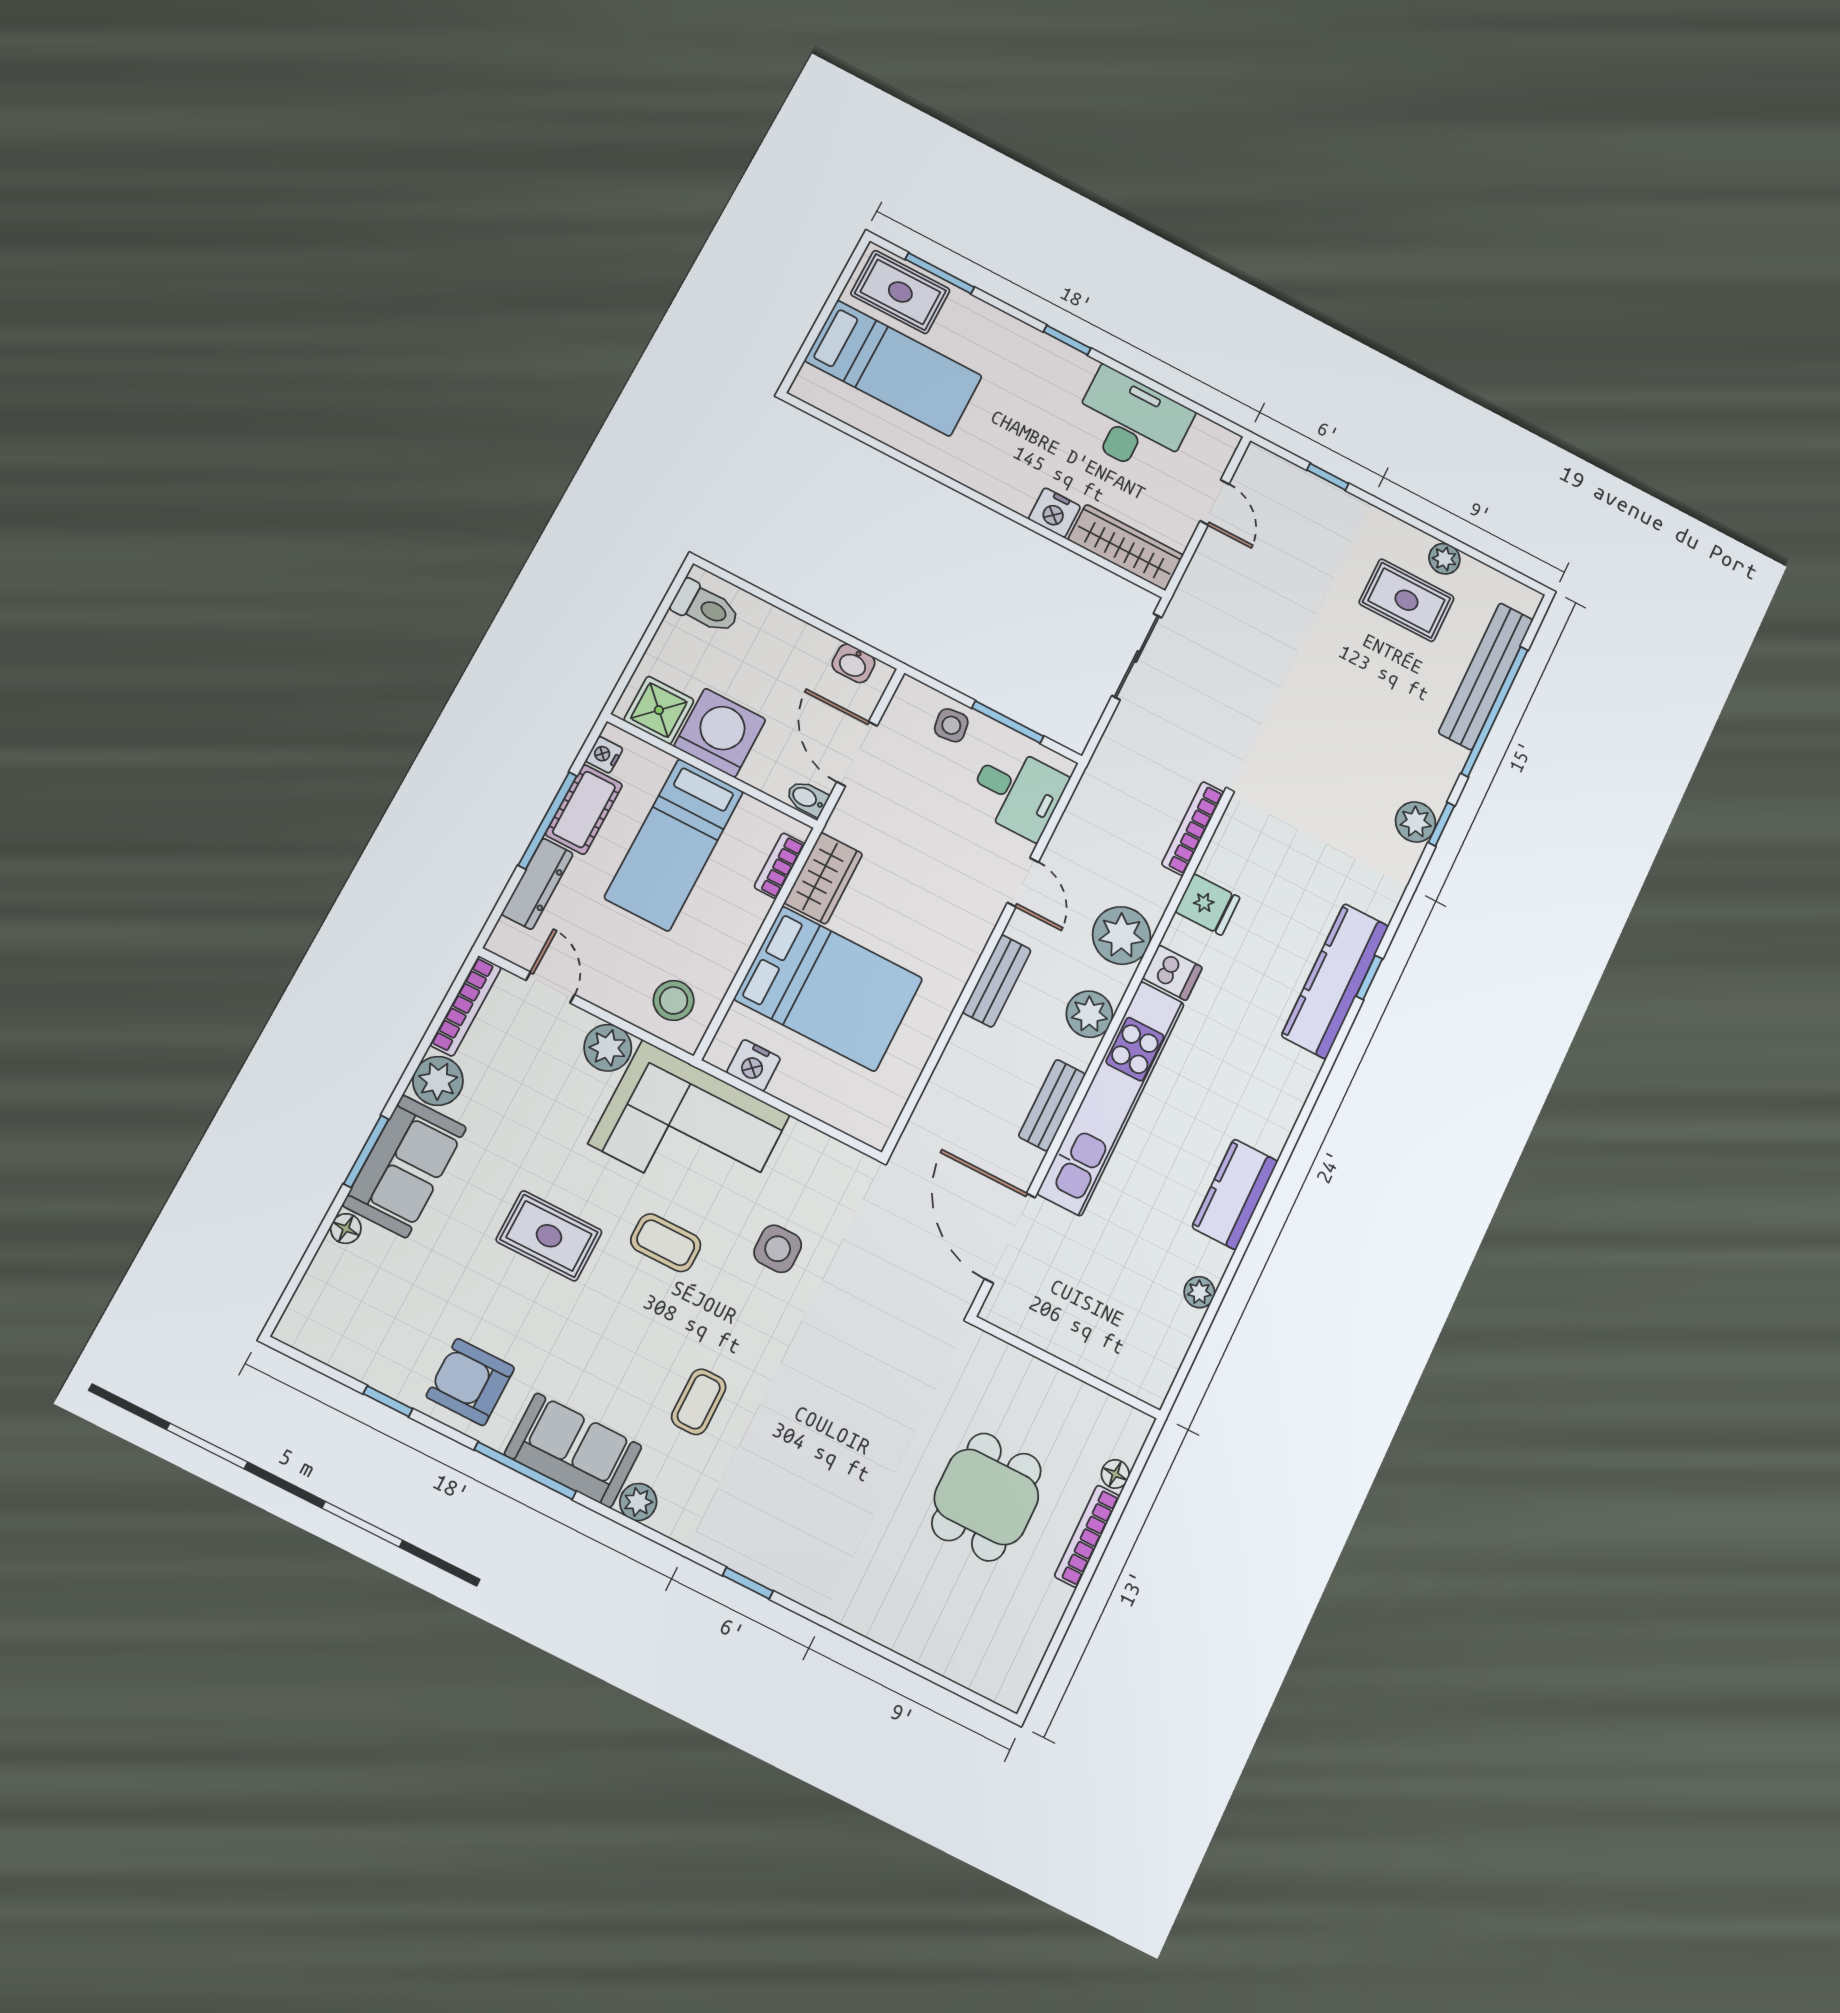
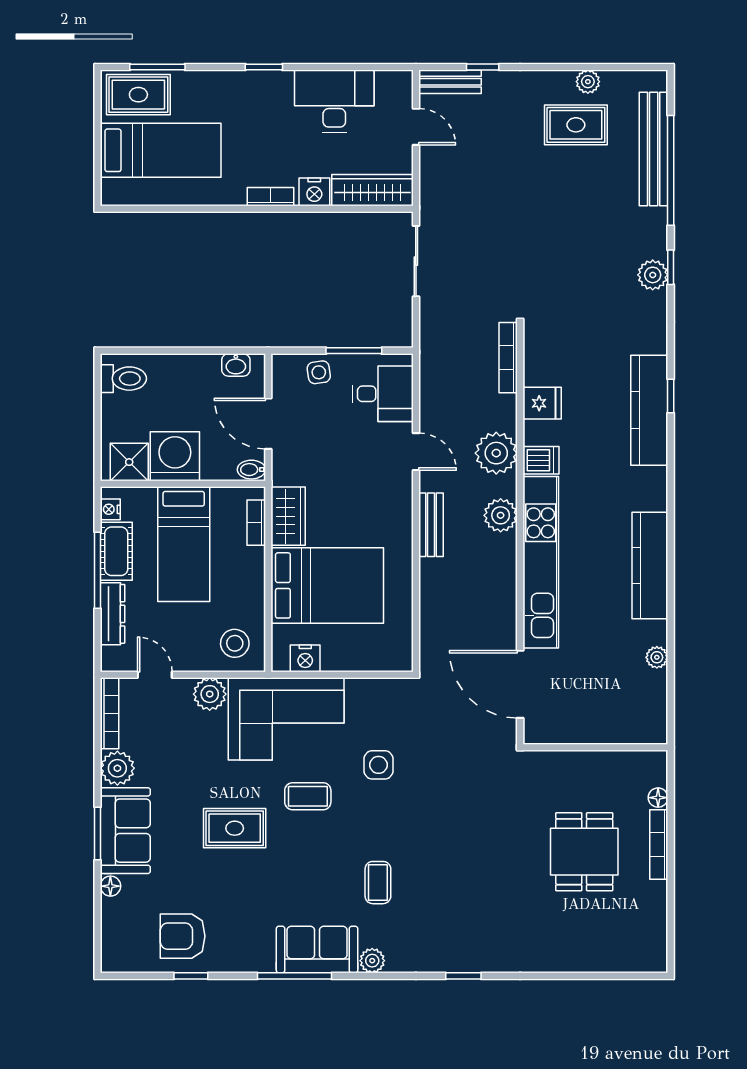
bookcase: (999, 490) -> (270, 197), added
bench: (1052, 1105) -> (450, 82), moved, turned 90
kitchen counter: (1235, 1194) -> (650, 565), width x1.50
armchair: (470, 1382) -> (183, 936), moved

